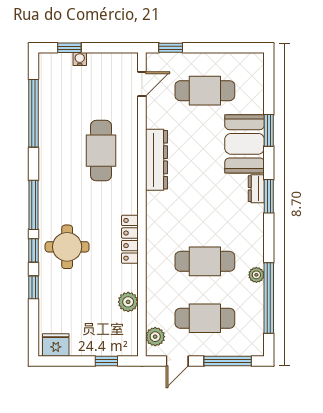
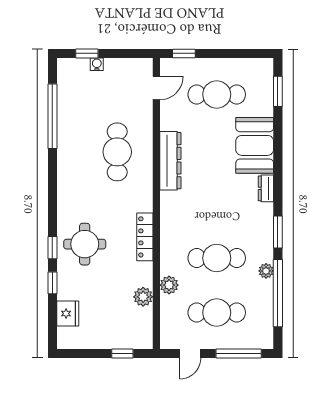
window: (269, 130) -> (278, 91), moved
window: (269, 196) -> (278, 232), moved
window: (33, 205) -> (52, 204), removed
plant: (155, 337) -> (169, 285), moved
fridge: (56, 345) -> (68, 314), moved, turned 90

